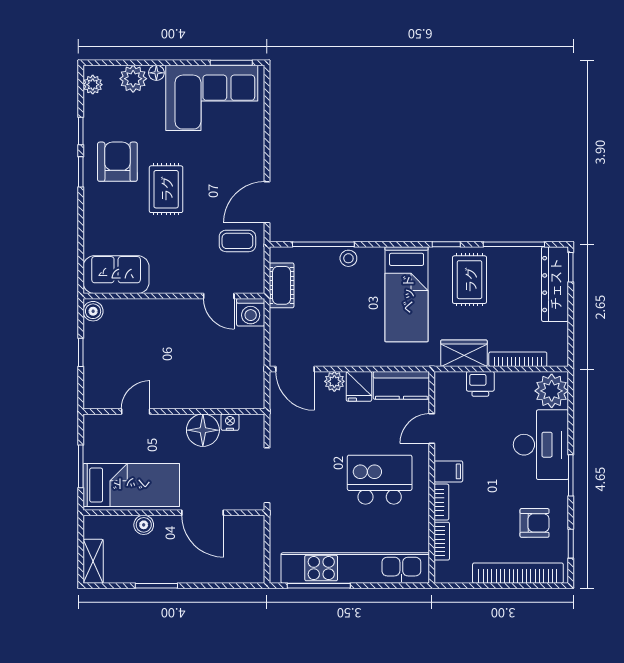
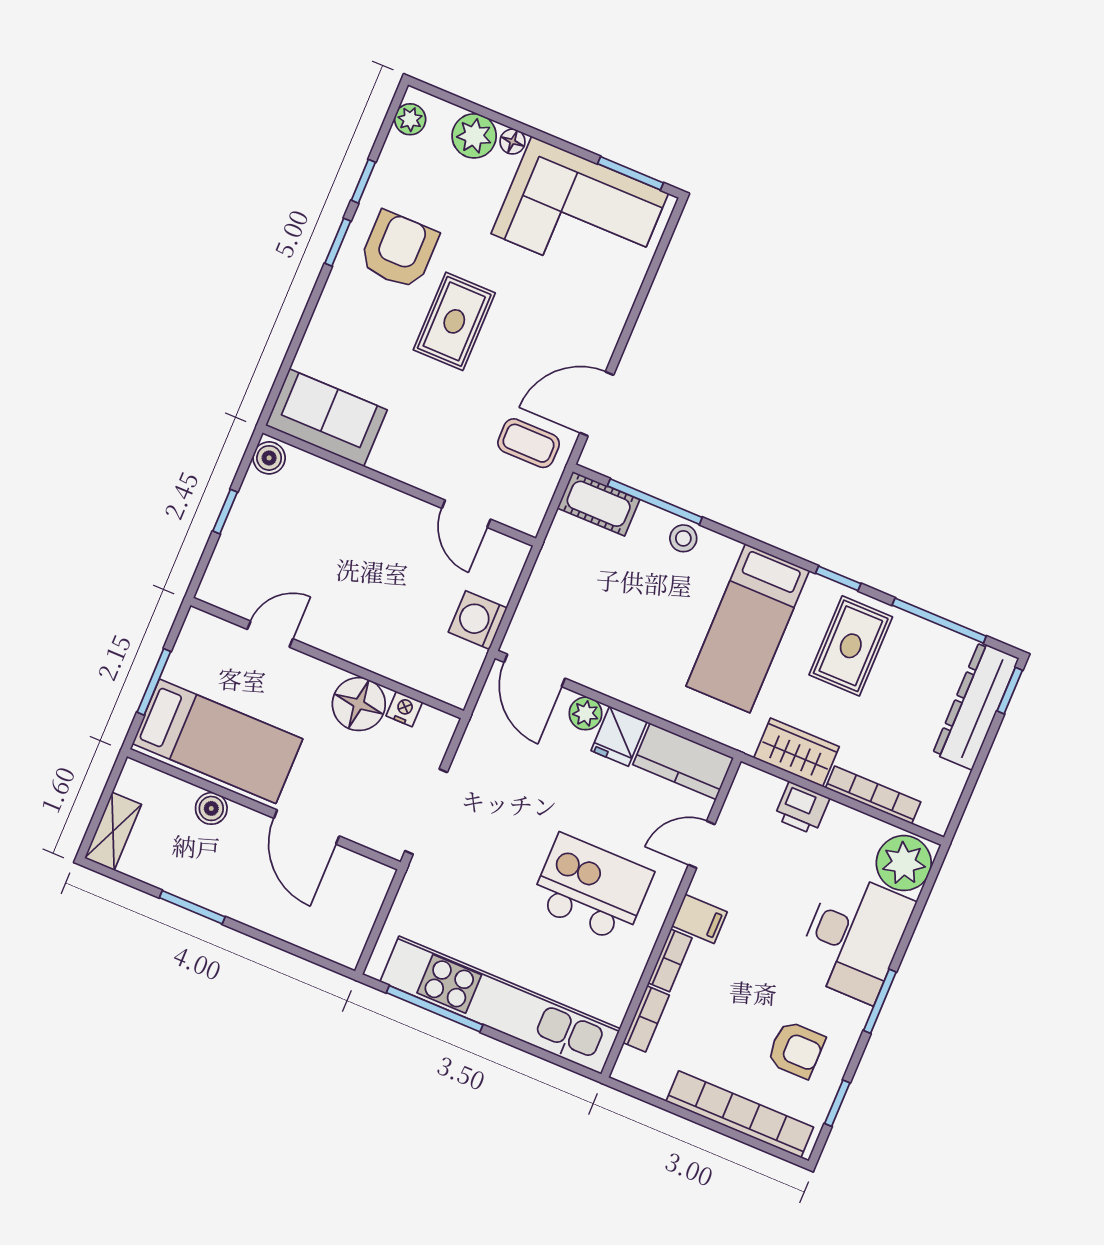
cot: (282, 285) -> (599, 504), moved, turned 90
washing machine: (251, 312) -> (478, 620), moved, turned 90

